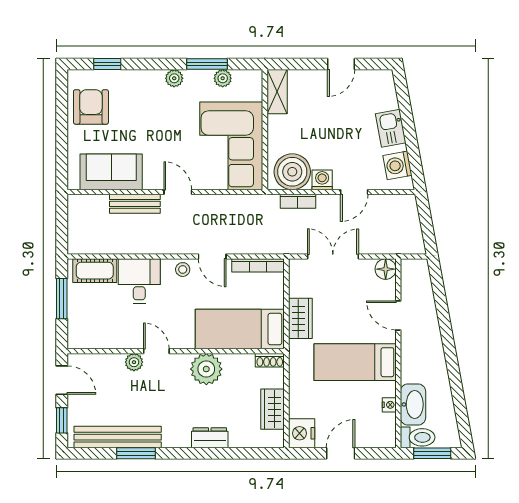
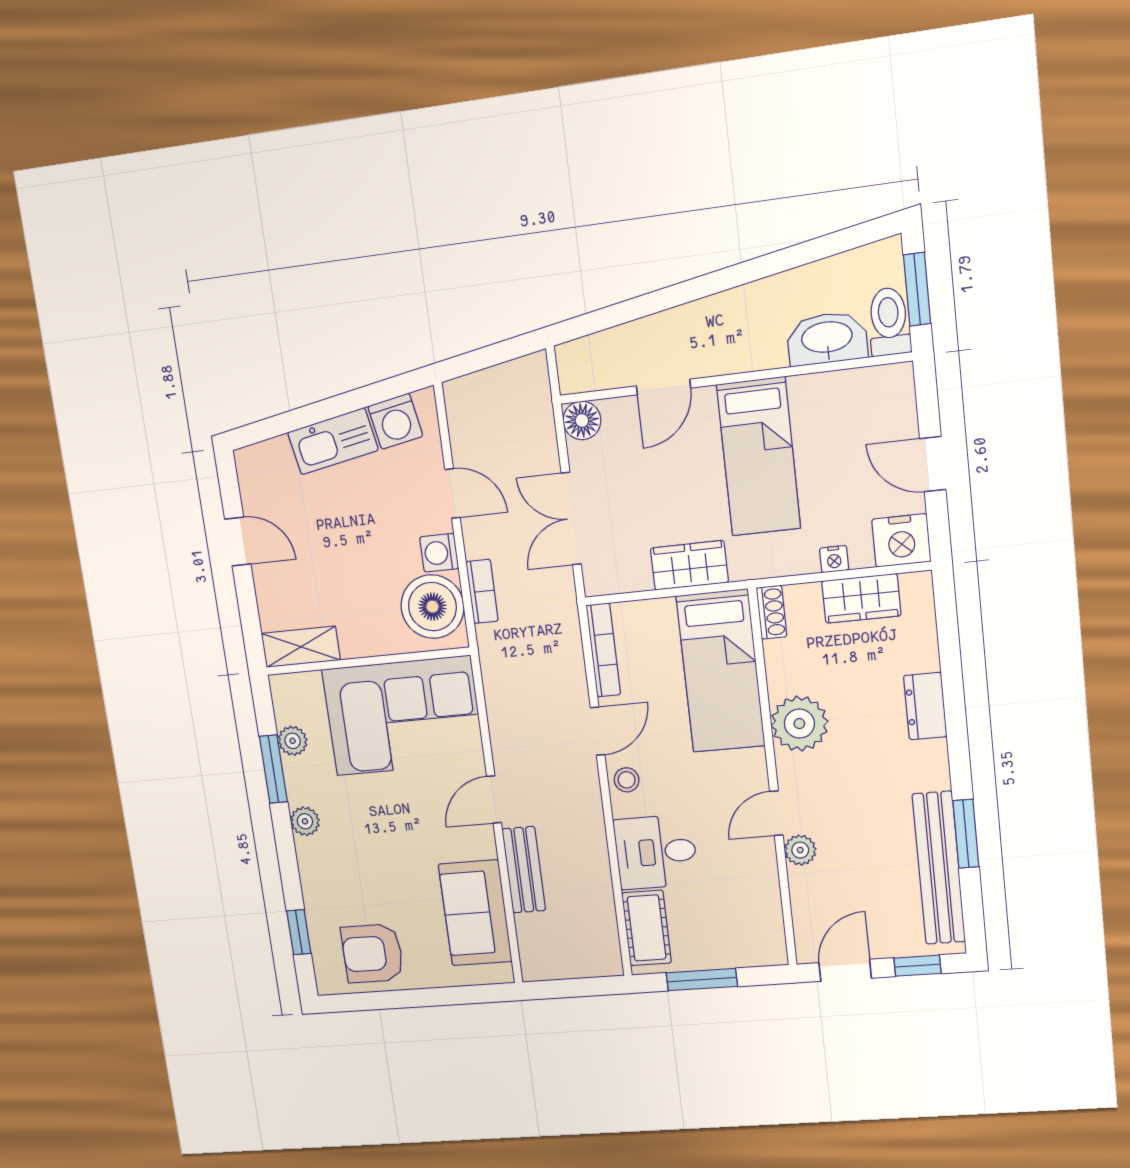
kitchen sink: (391, 128) -> (333, 441), width x1.38
nightstand: (389, 405) -> (834, 559), moved, turned 180

